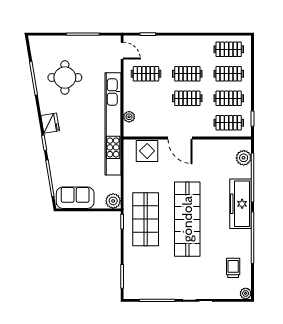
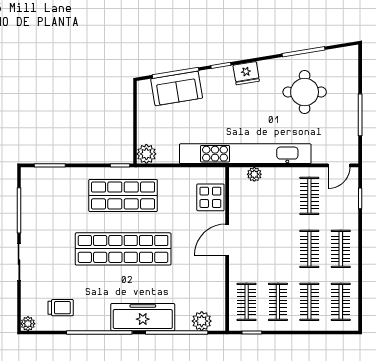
clothes rail: (187, 98) -> (341, 249), moved
sofa: (75, 198) -> (177, 88), moved, turned 81

